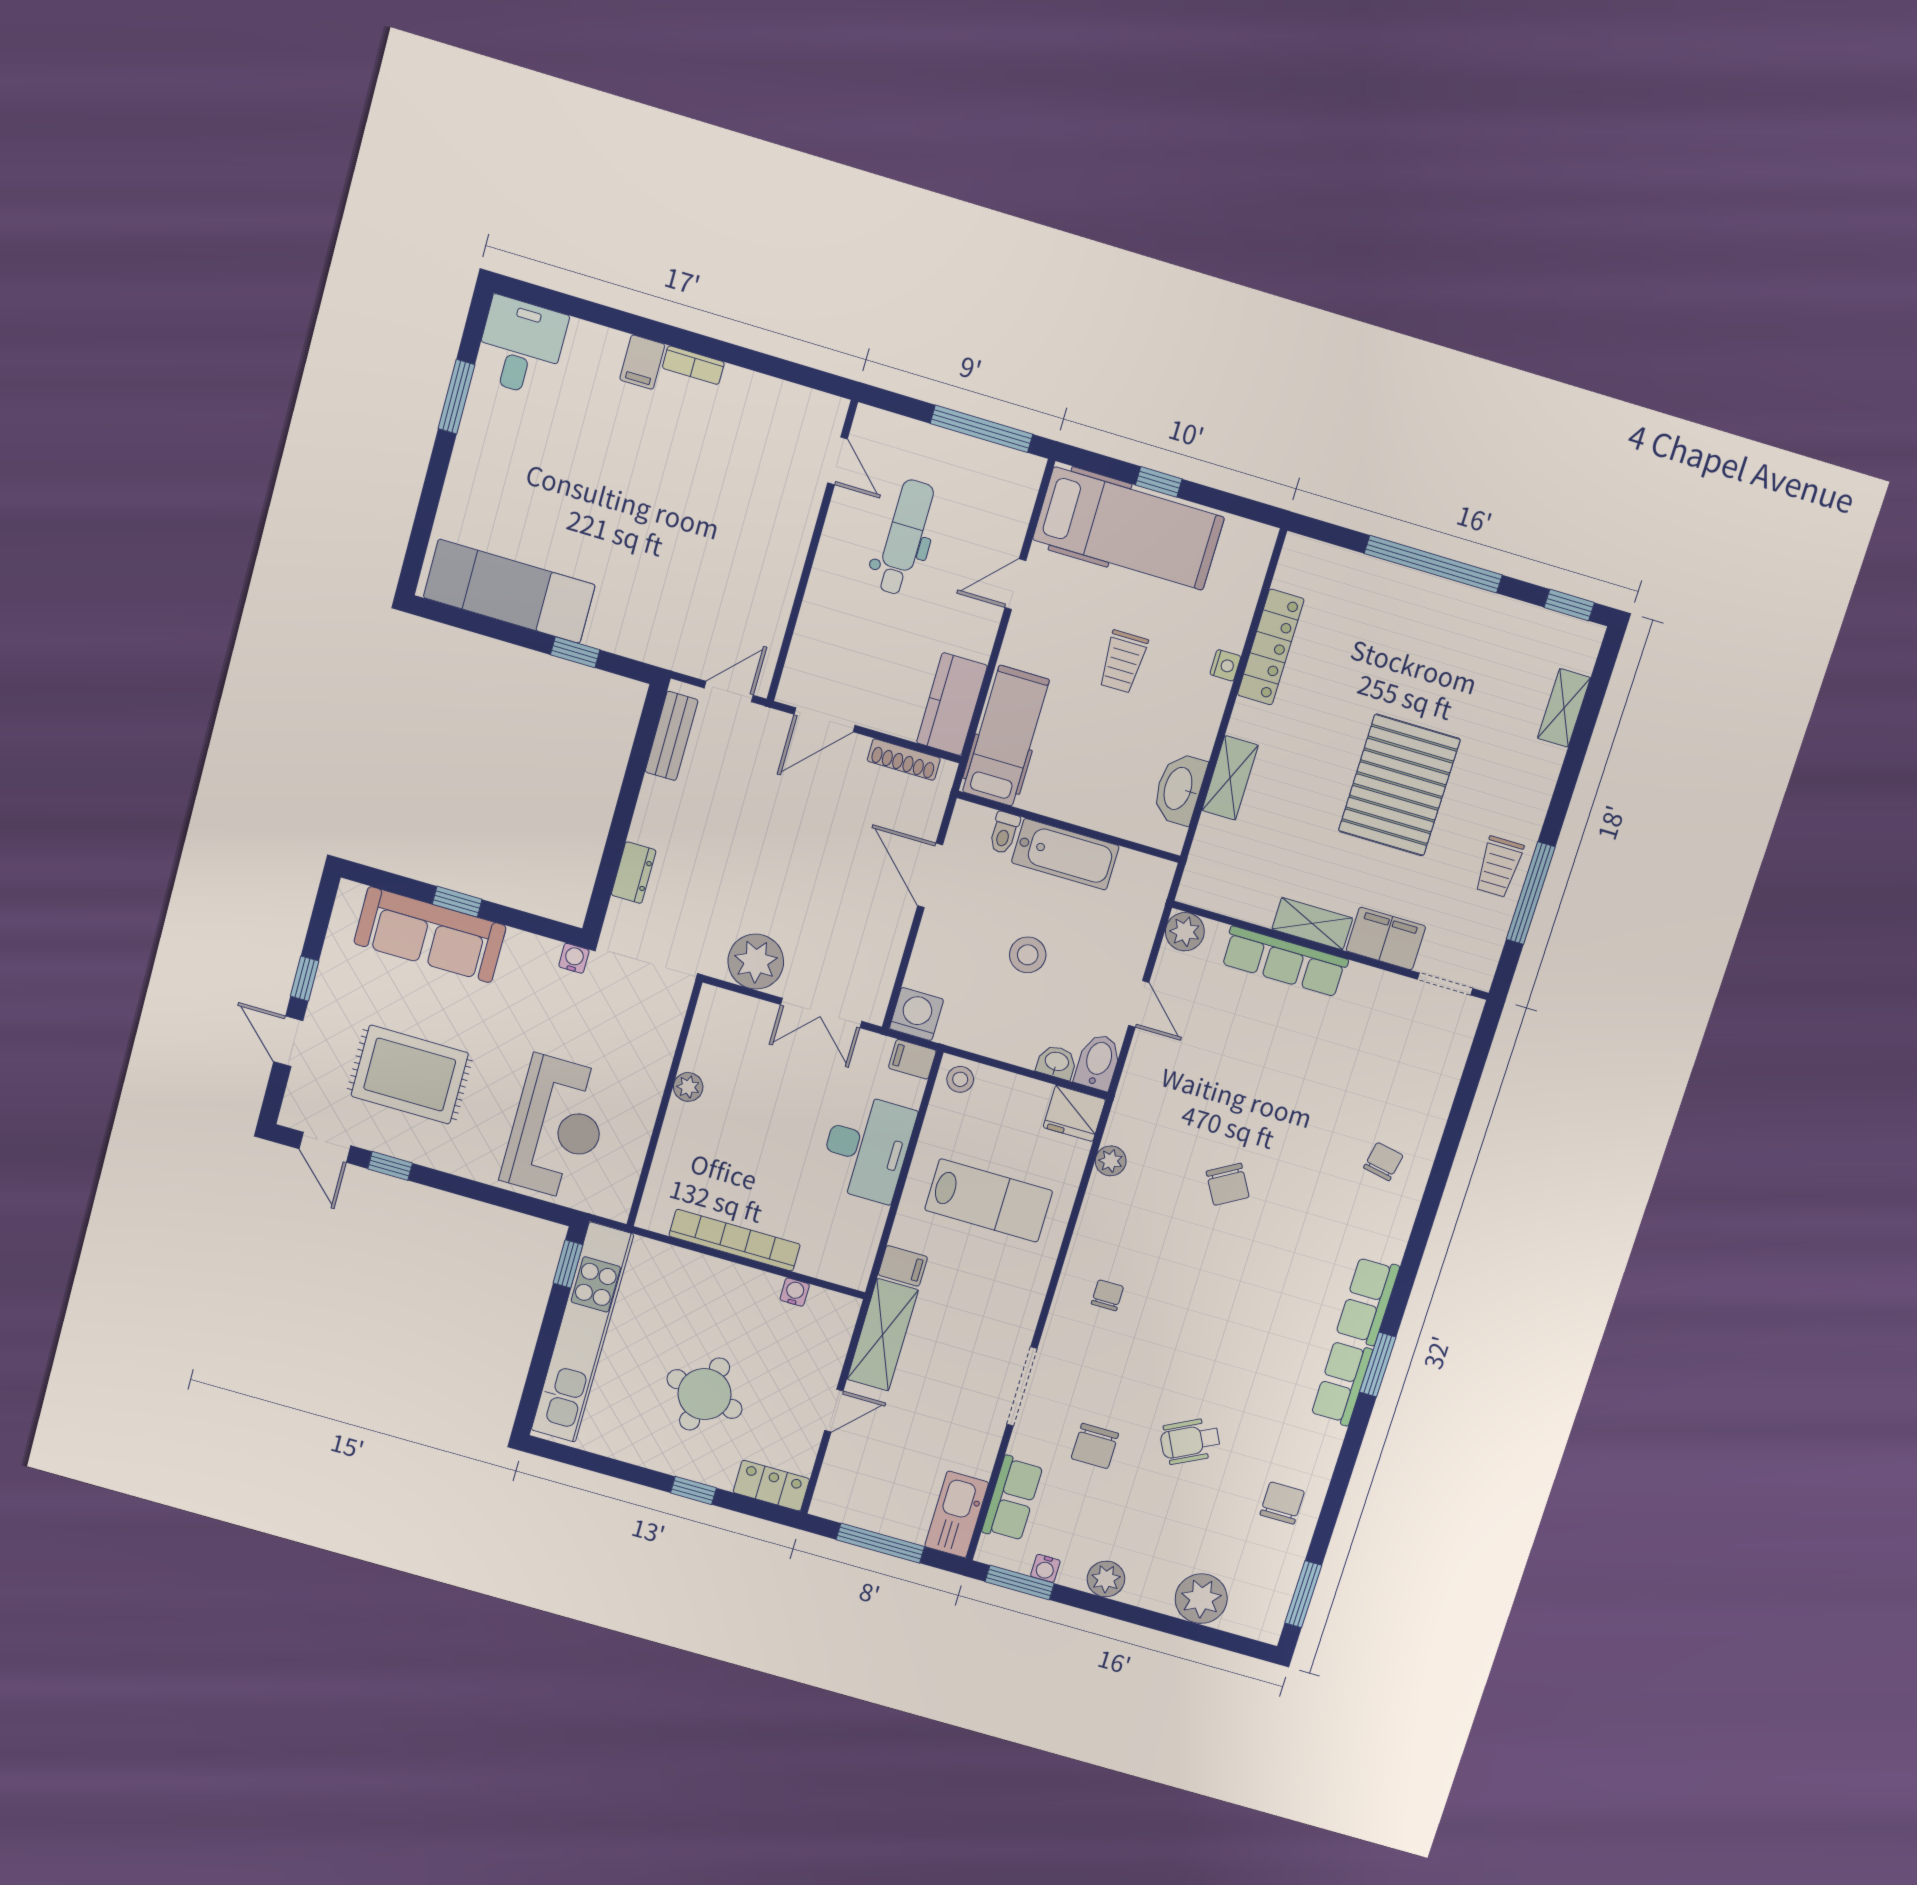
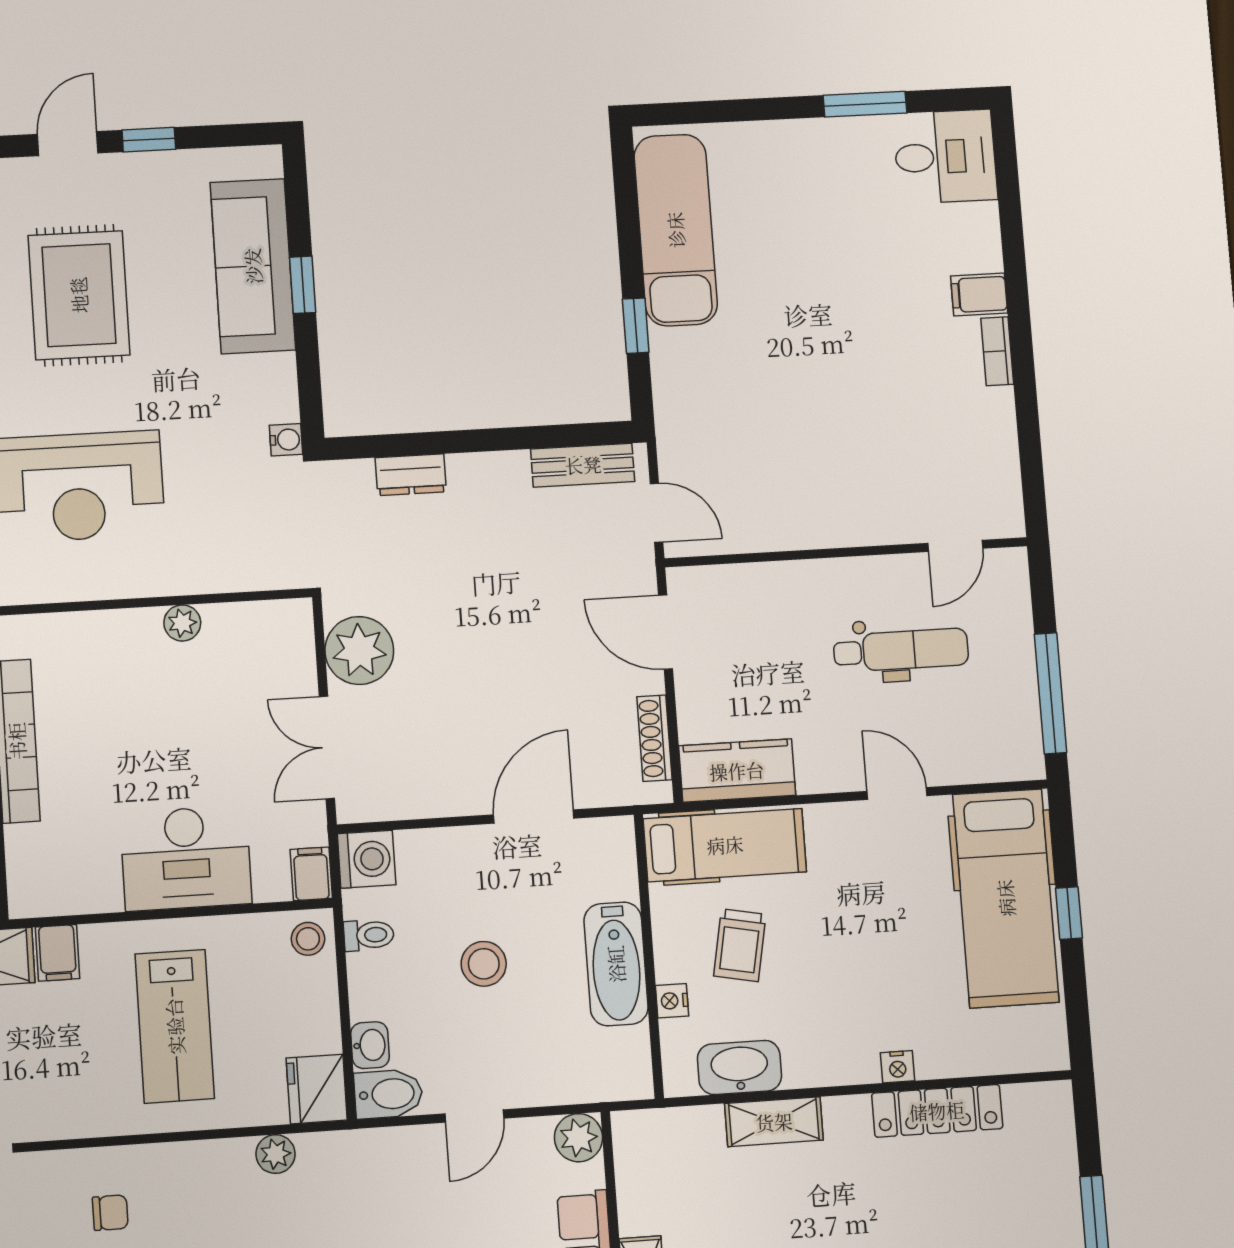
trolley: (1123, 662) -> (740, 945), moved, turned -79
nightstand: (1109, 822) -> (672, 1001), added
toilet: (1004, 833) -> (369, 935), moved, turned 180

